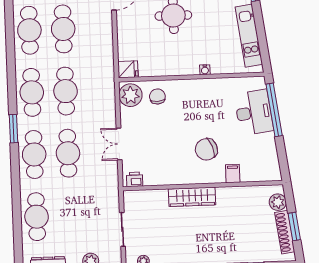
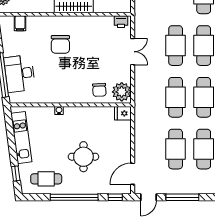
chair: (206, 149) -> (60, 44), turned 110
filing cabinet: (233, 174) -> (20, 23), moved

